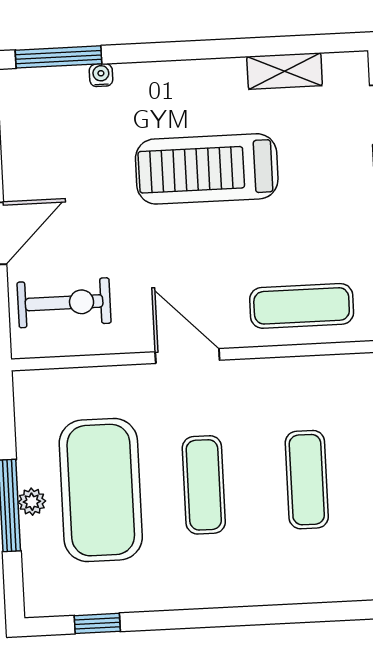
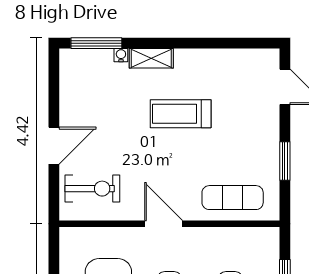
shelving: (285, 71) -> (151, 58), moved
treadmill: (207, 169) -> (181, 114), width x0.73, depth x0.73

